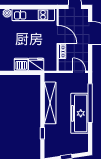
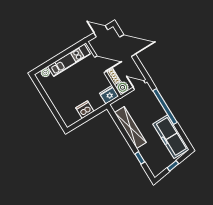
fridge: (36, 64) -> (109, 95), moved
plant: (64, 65) -> (123, 87), added
freezer: (79, 113) -> (171, 137), moved

